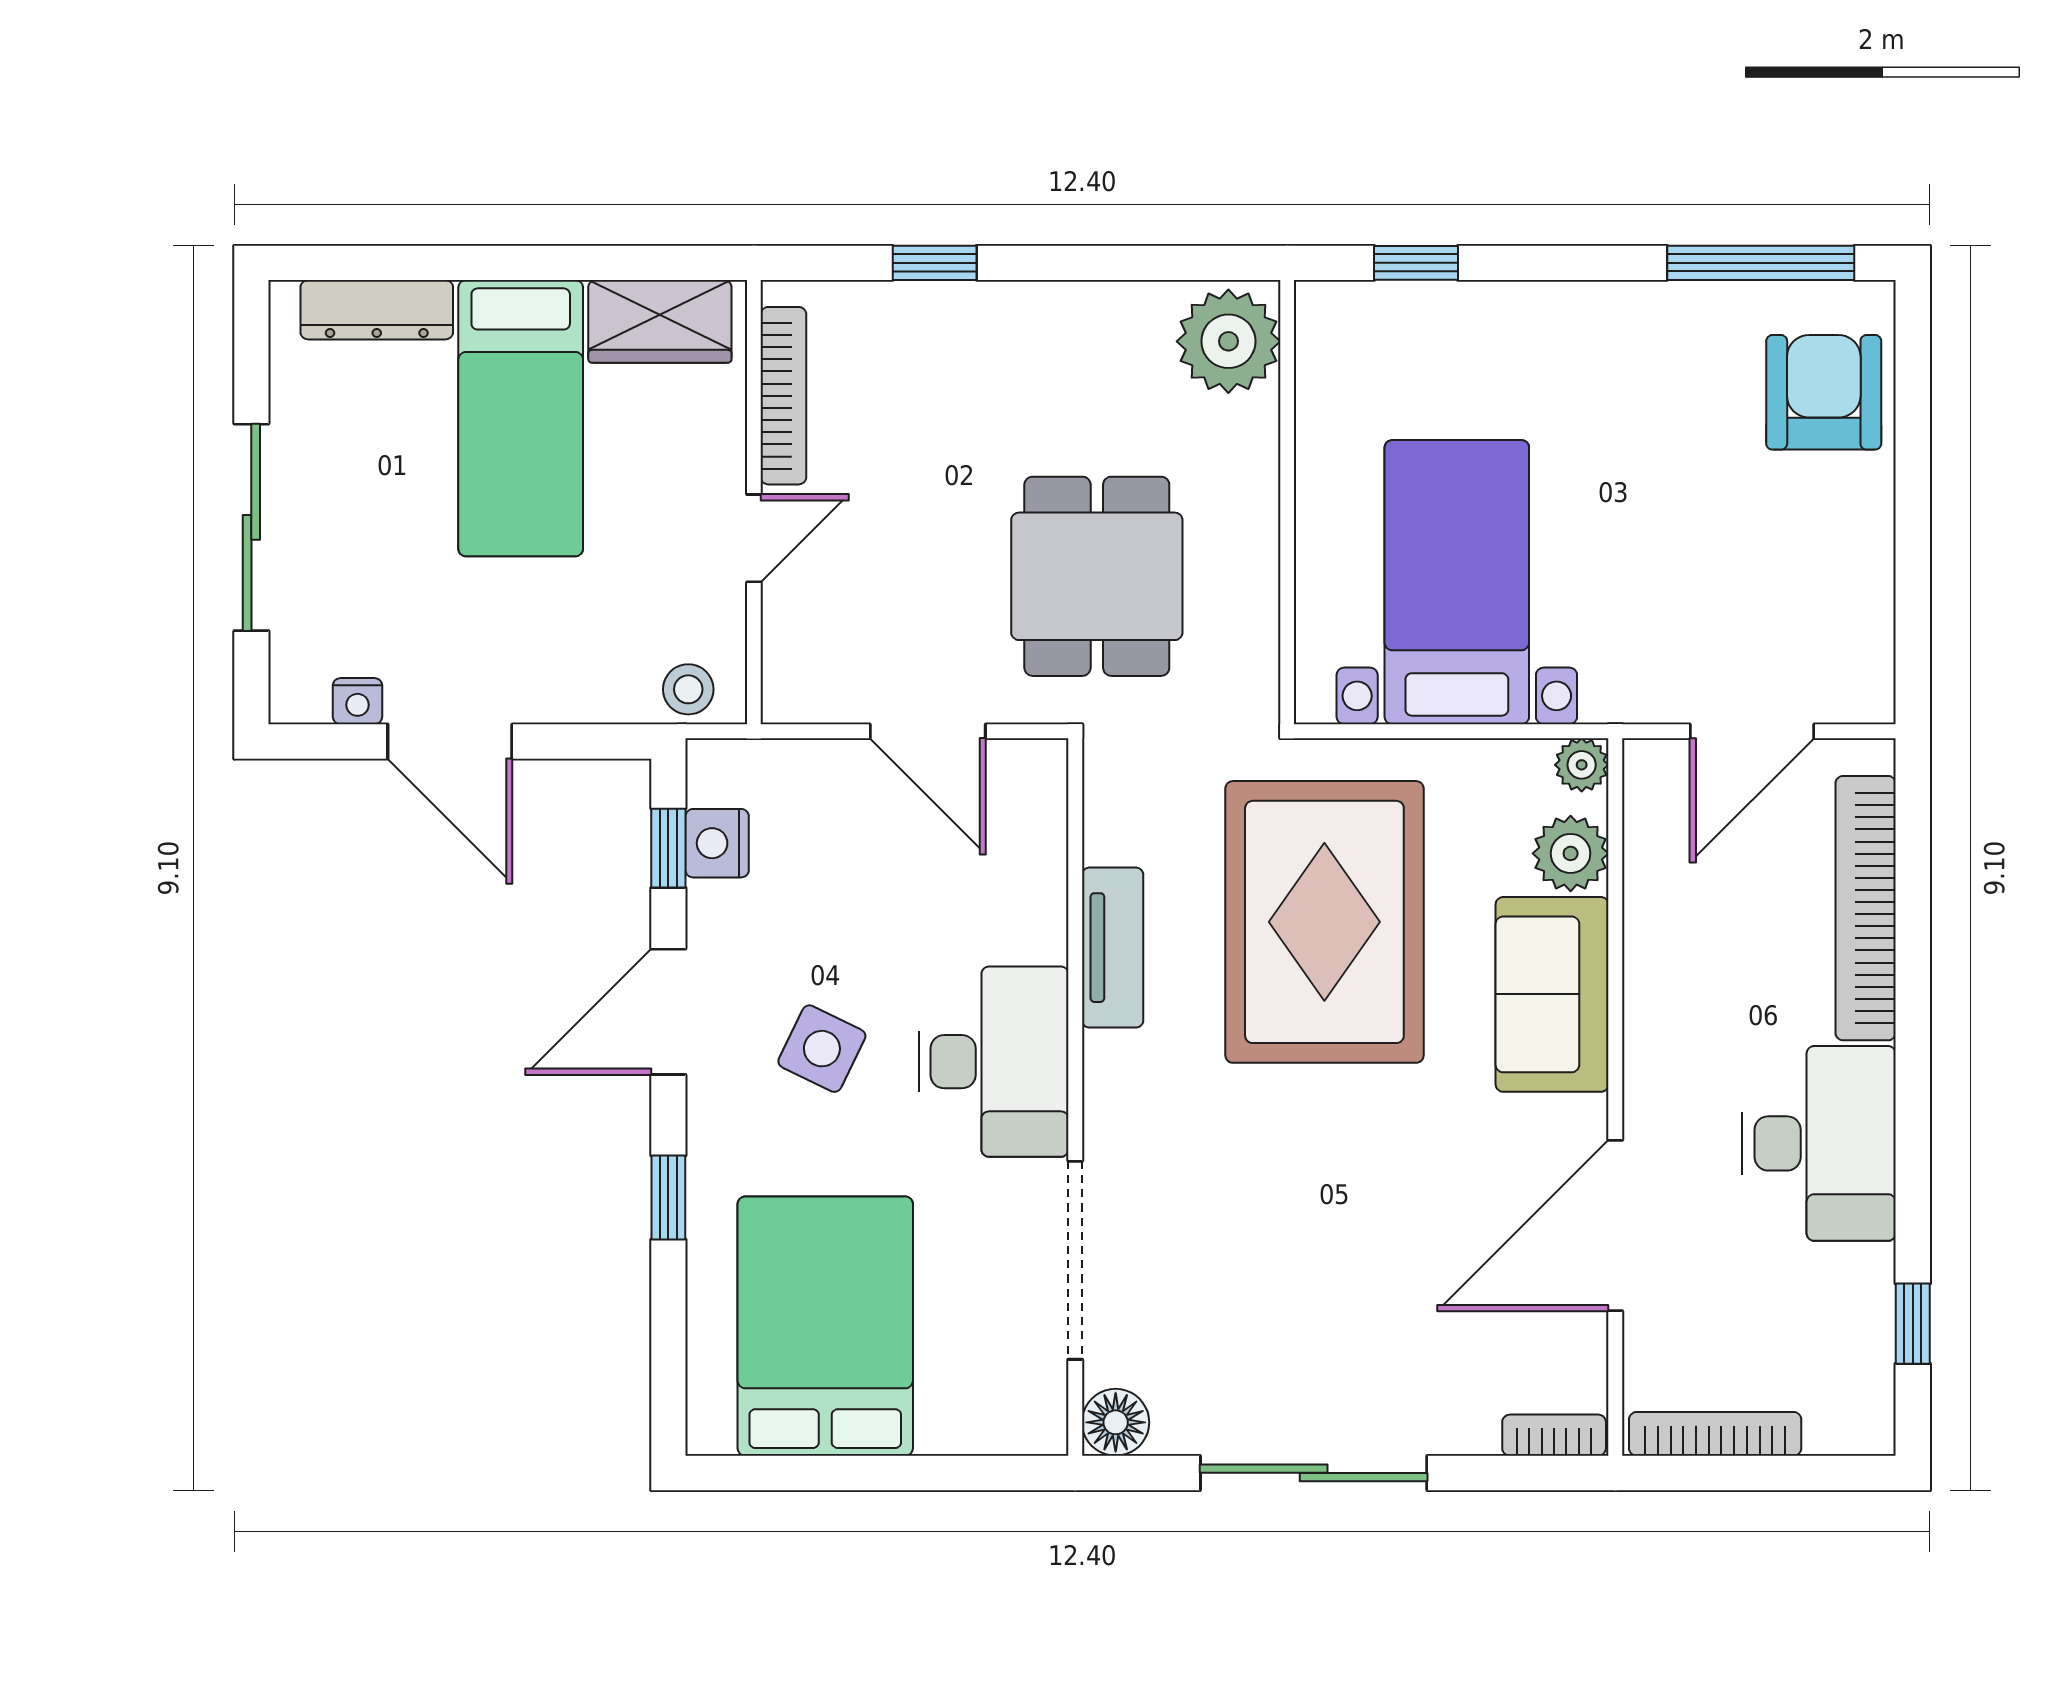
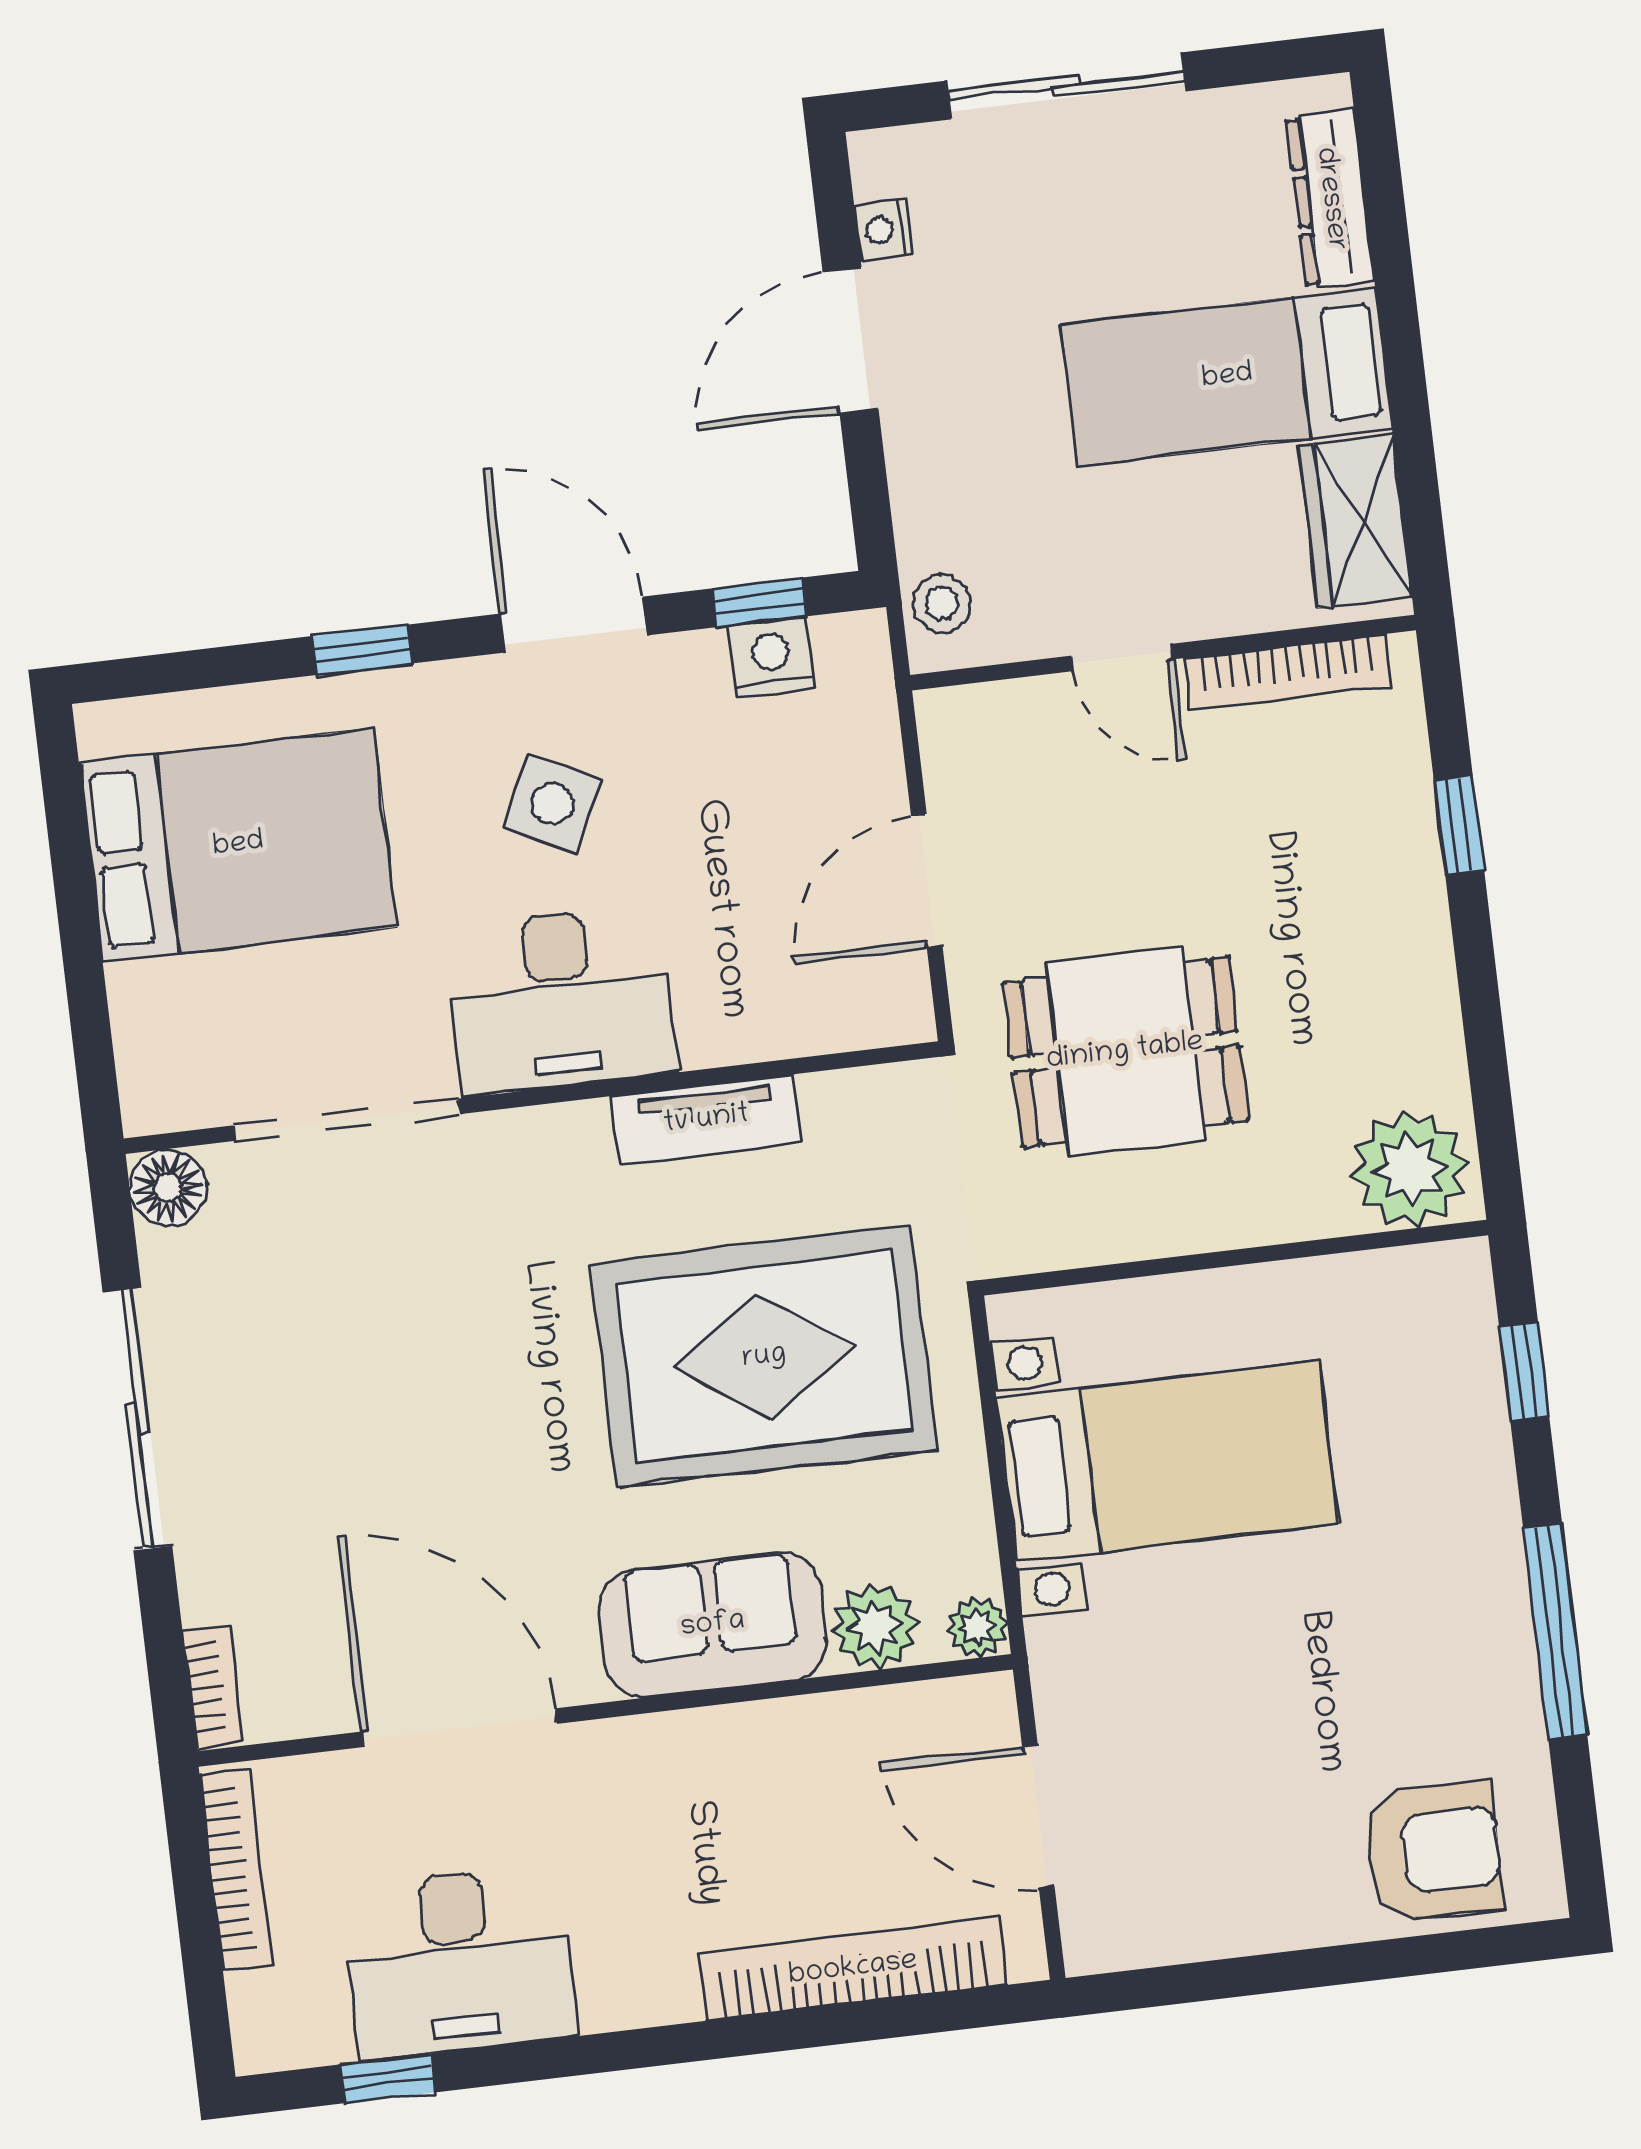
window: (1761, 263) -> (1555, 1631), moved
desk: (1819, 1143) -> (459, 1962), moved

